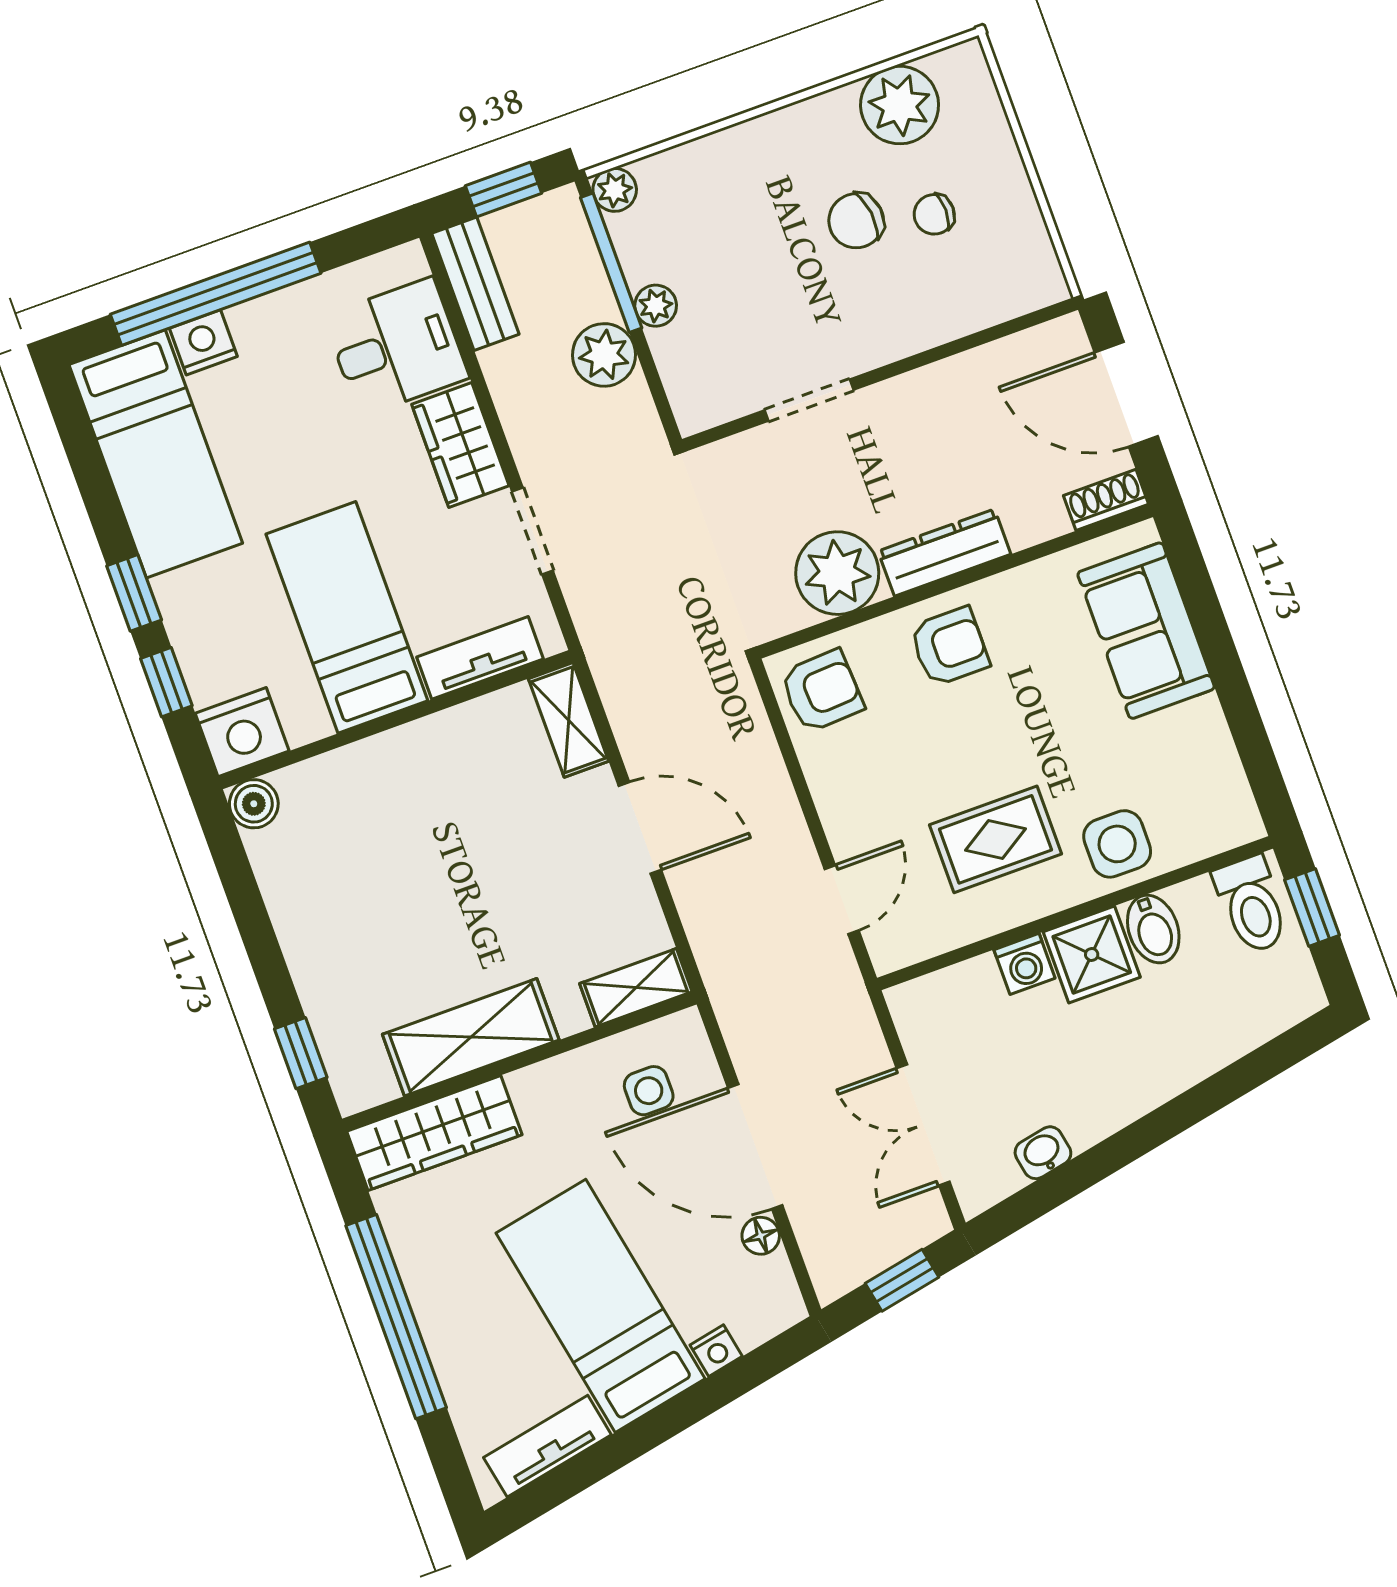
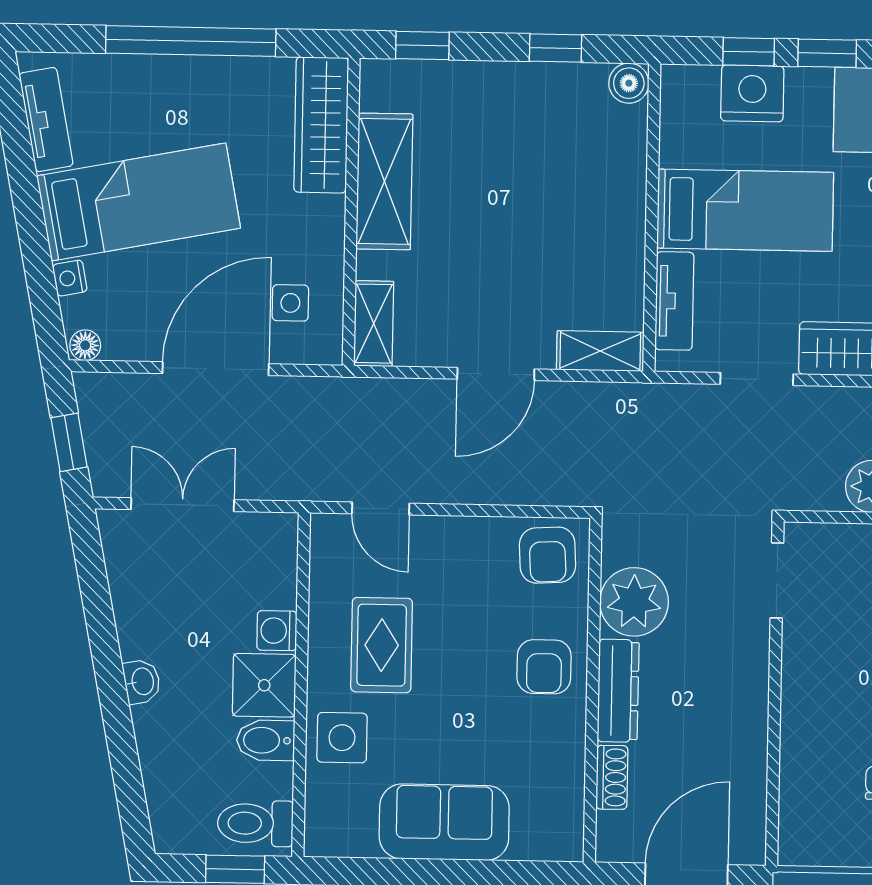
doorway: (809, 400) -> (777, 580), moved
shoe rack: (1106, 500) -> (612, 777), moved
sofa: (1146, 631) -> (444, 822), moved
nightstand: (242, 732) -> (752, 93), moved, turned 90
window: (246, 902) -> (555, 48), added
washbasin: (1043, 1153) -> (142, 681), moved
floor lamp: (761, 1236) -> (85, 345), moved

